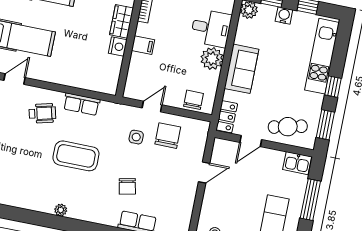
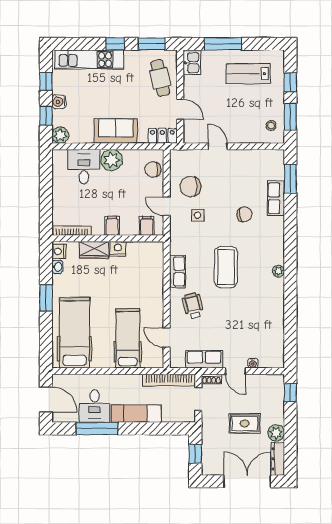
filing cabinet: (136, 82) -> (147, 226), added

